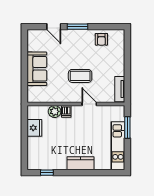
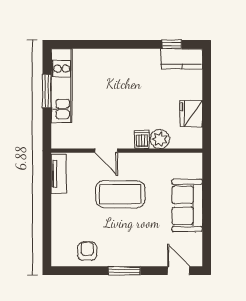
door: (54, 27) -> (178, 271), moved
coffee table: (80, 76) -> (120, 194), width x1.36, depth x1.32
window: (127, 128) -> (47, 91), moved
kitchen counter: (81, 163) -> (182, 59), moved

